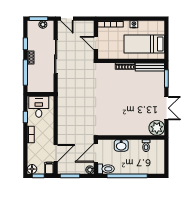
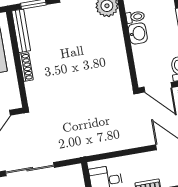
washbasin: (121, 145) -> (138, 33), moved

